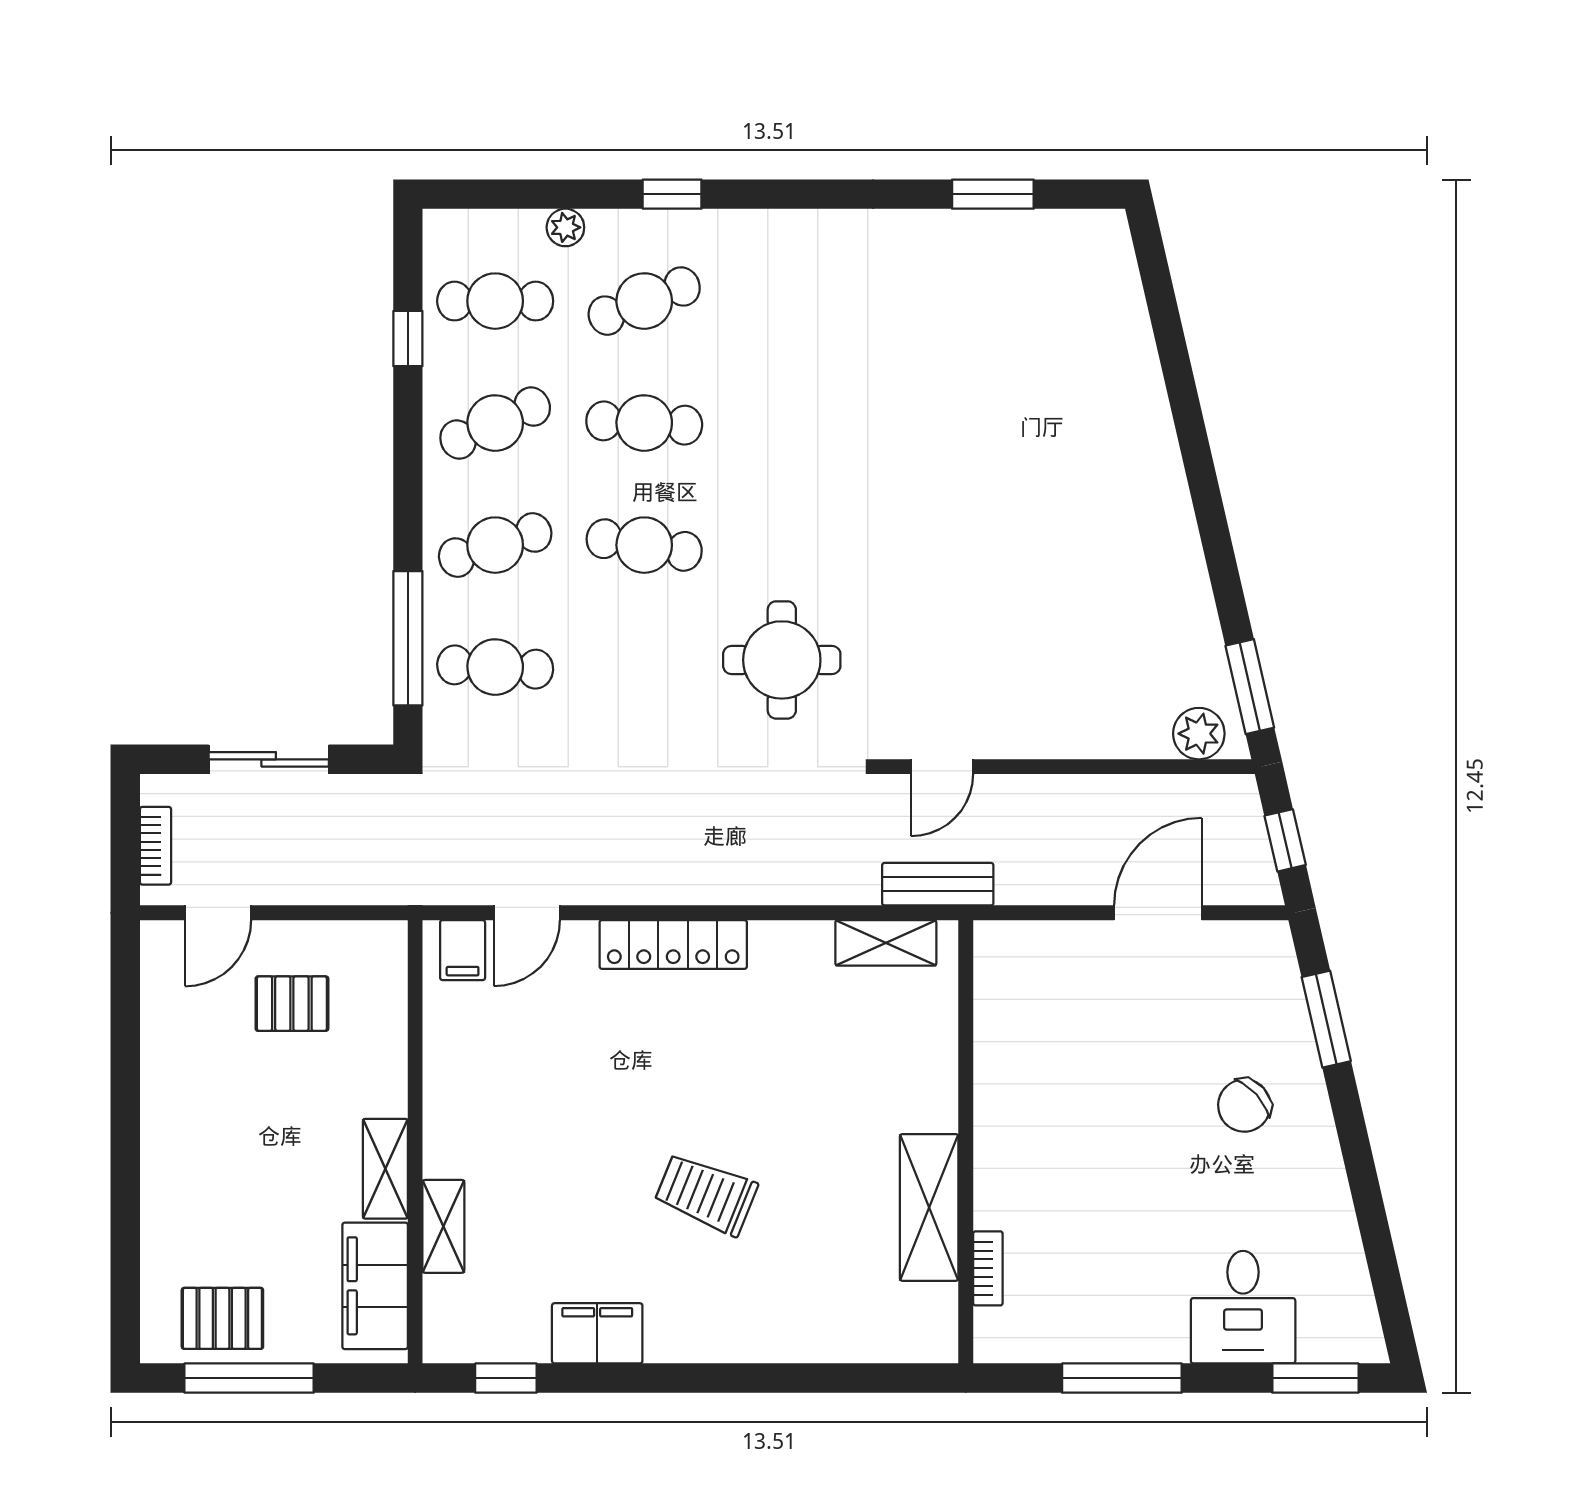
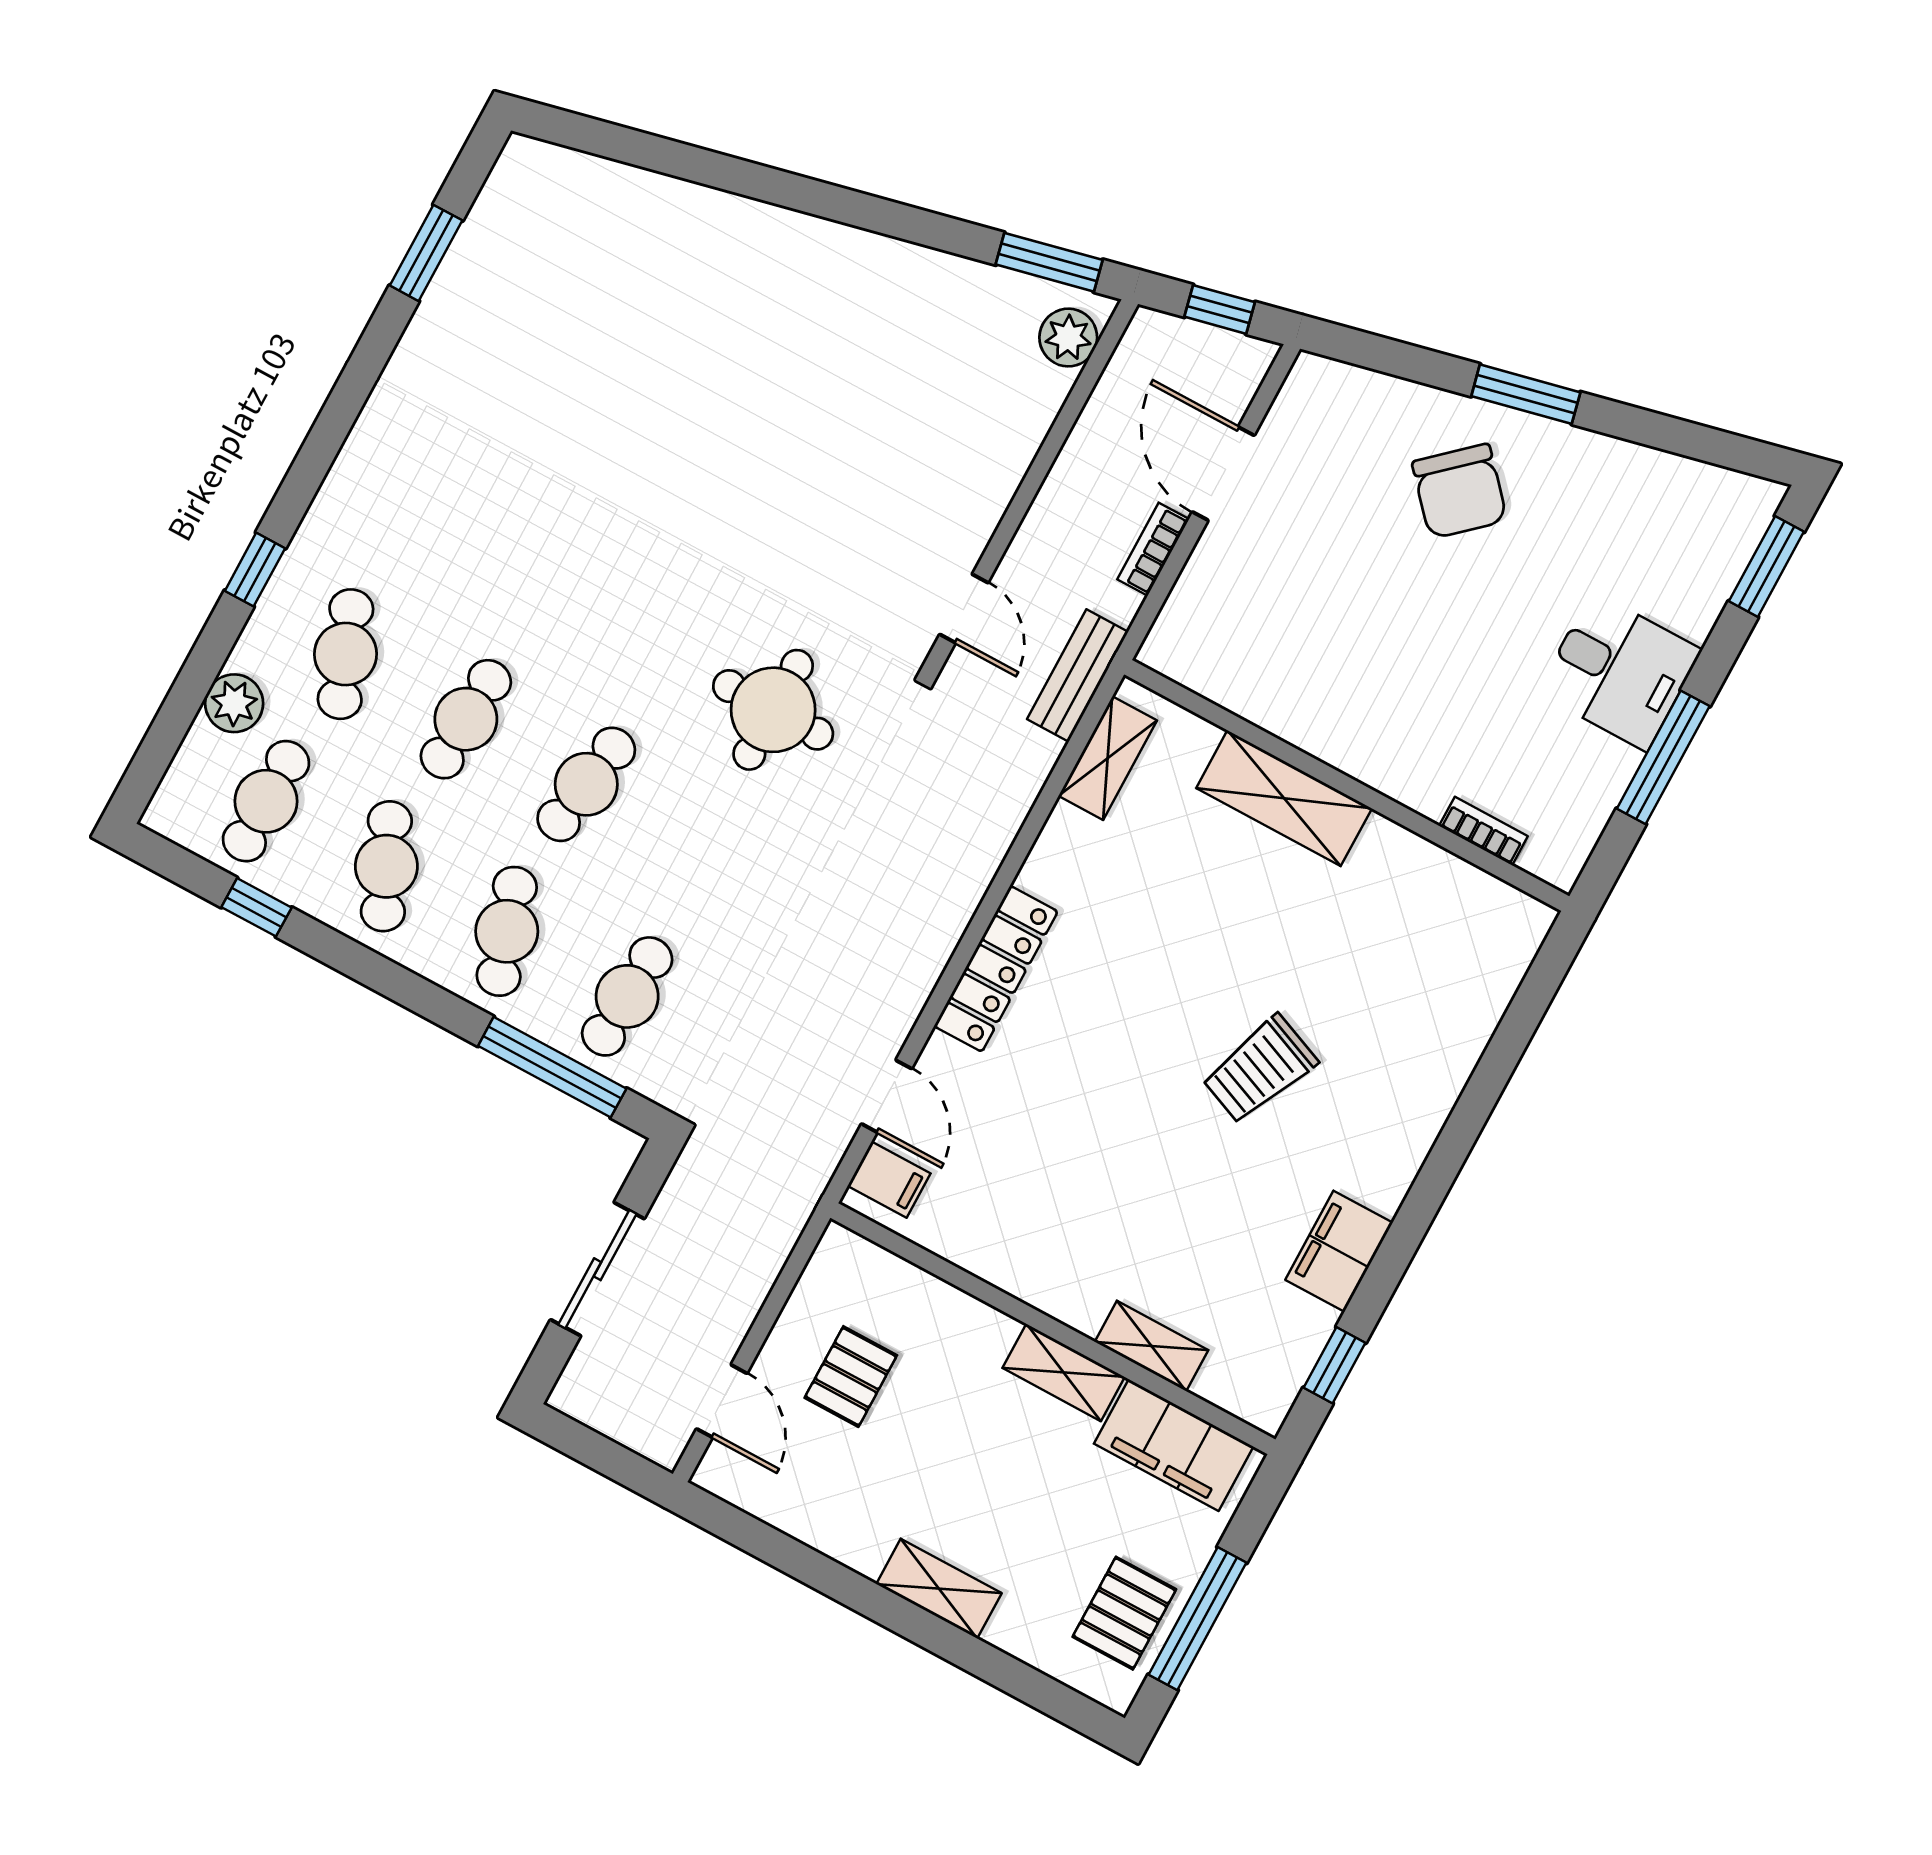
plant: (565, 227) -> (234, 703), width x1.38, depth x1.38
bookcase: (155, 846) -> (1153, 549), moved, turned -90
window: (1326, 1019) -> (1526, 394), moved
chair: (1244, 1106) -> (1460, 491), width x1.37, depth x1.37
shelving: (163, 1163) -> (939, 1589), added
shelving: (929, 1207) -> (1284, 798), moved
desk: (1243, 1307) -> (1619, 671), moved

